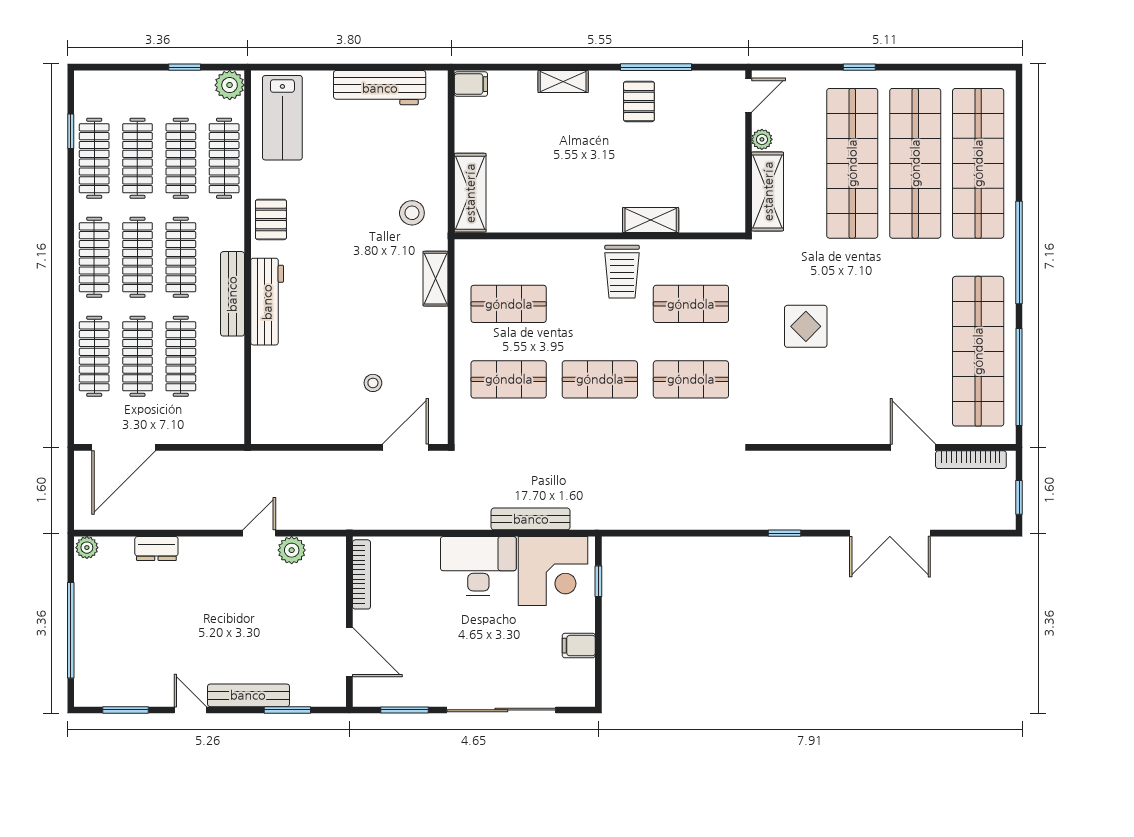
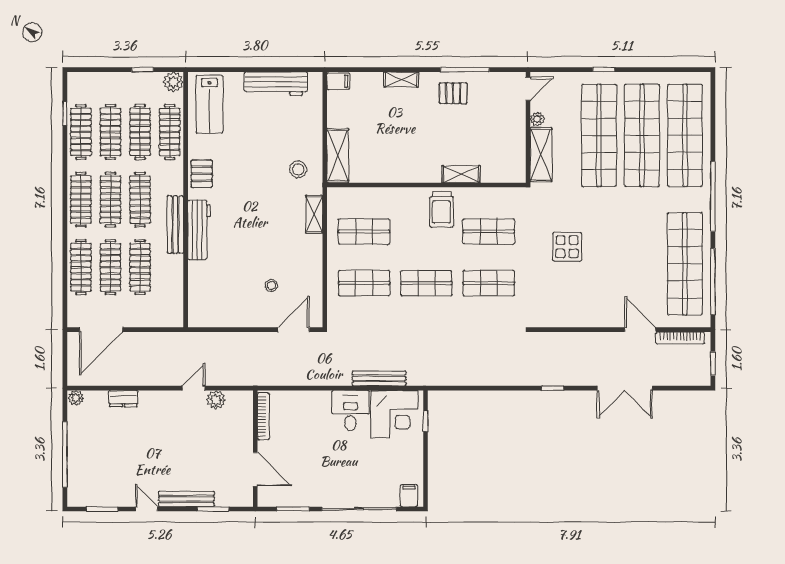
pallet: (639, 101) -> (453, 93), turned 90
desk: (478, 566) -> (350, 411), width x0.73
filing cabinet: (579, 646) -> (409, 495), moved, turned 90

